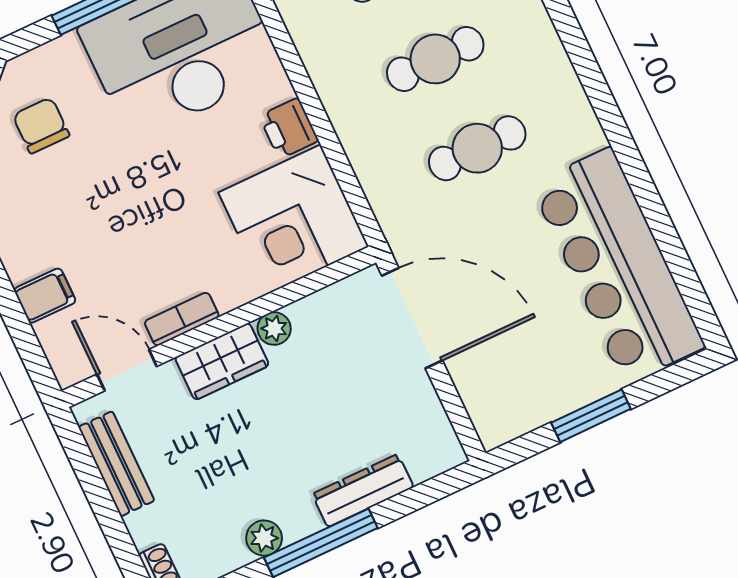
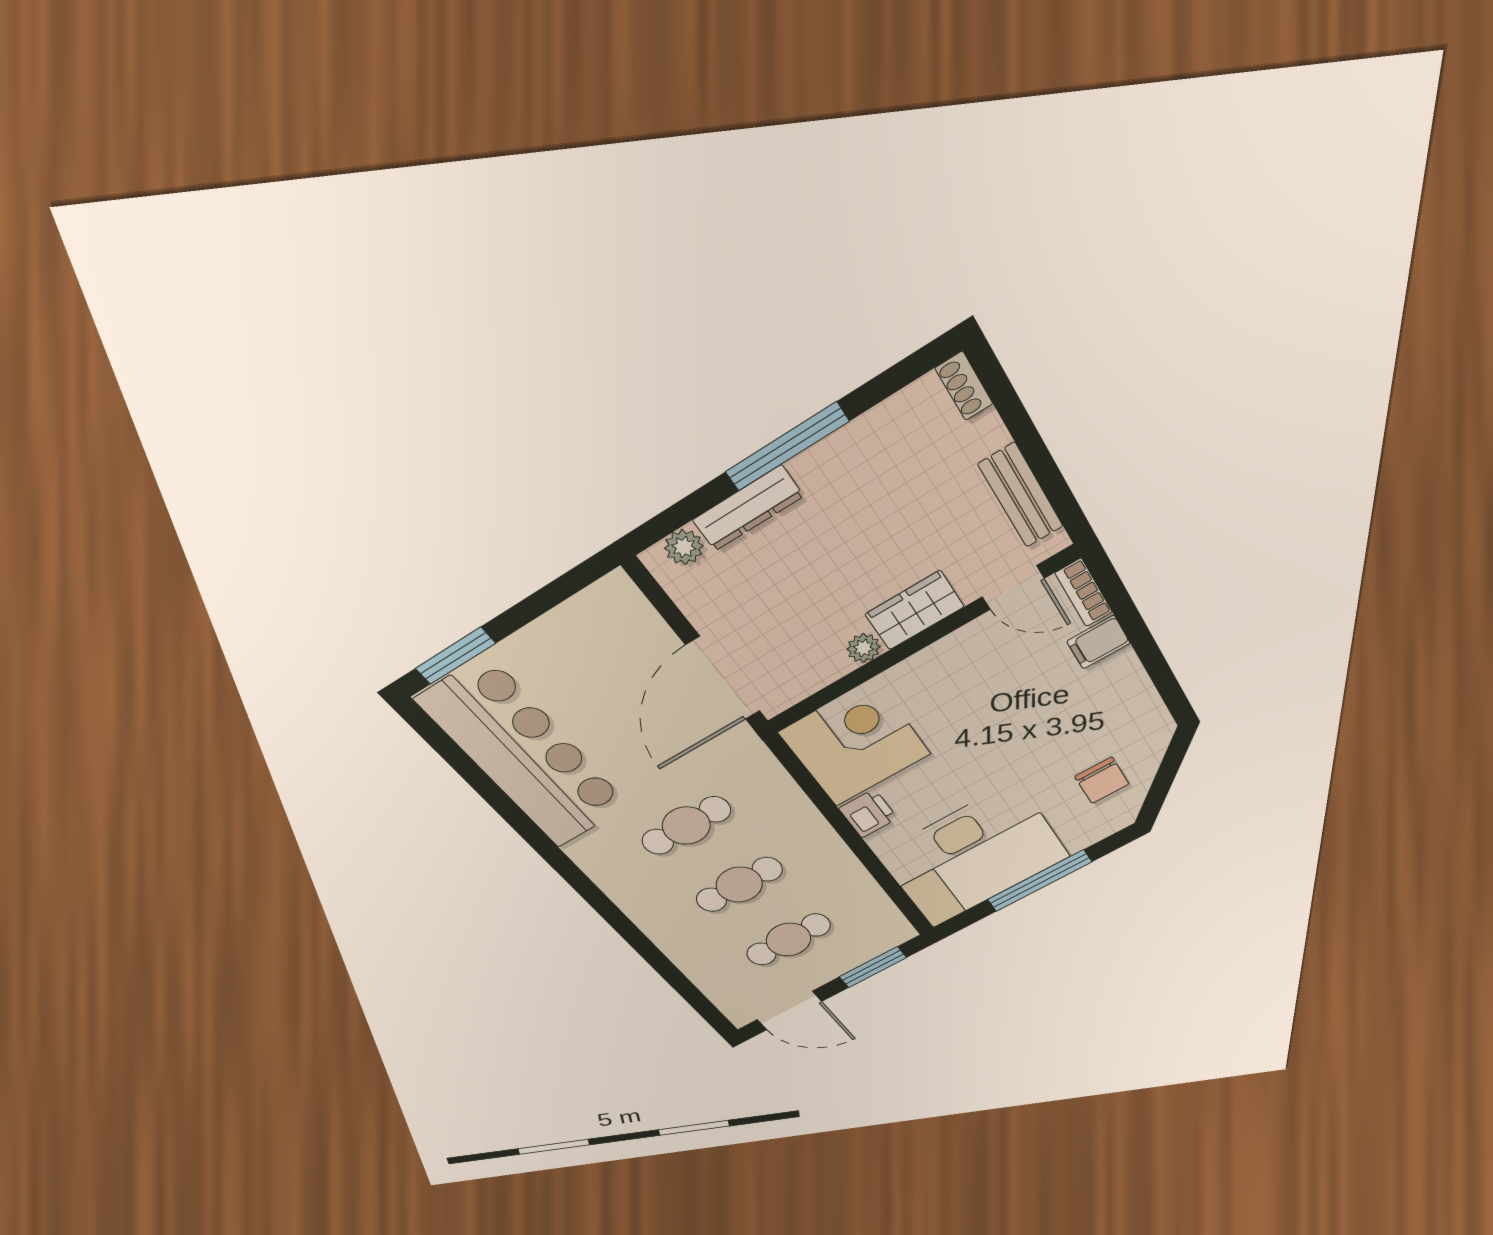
door: (412, 318) -> (723, 678), hinge flipped
bookcase: (182, 319) -> (1084, 593), moved, turned 90
window: (591, 416) -> (455, 656), moved
plant: (264, 538) -> (684, 547), moved

